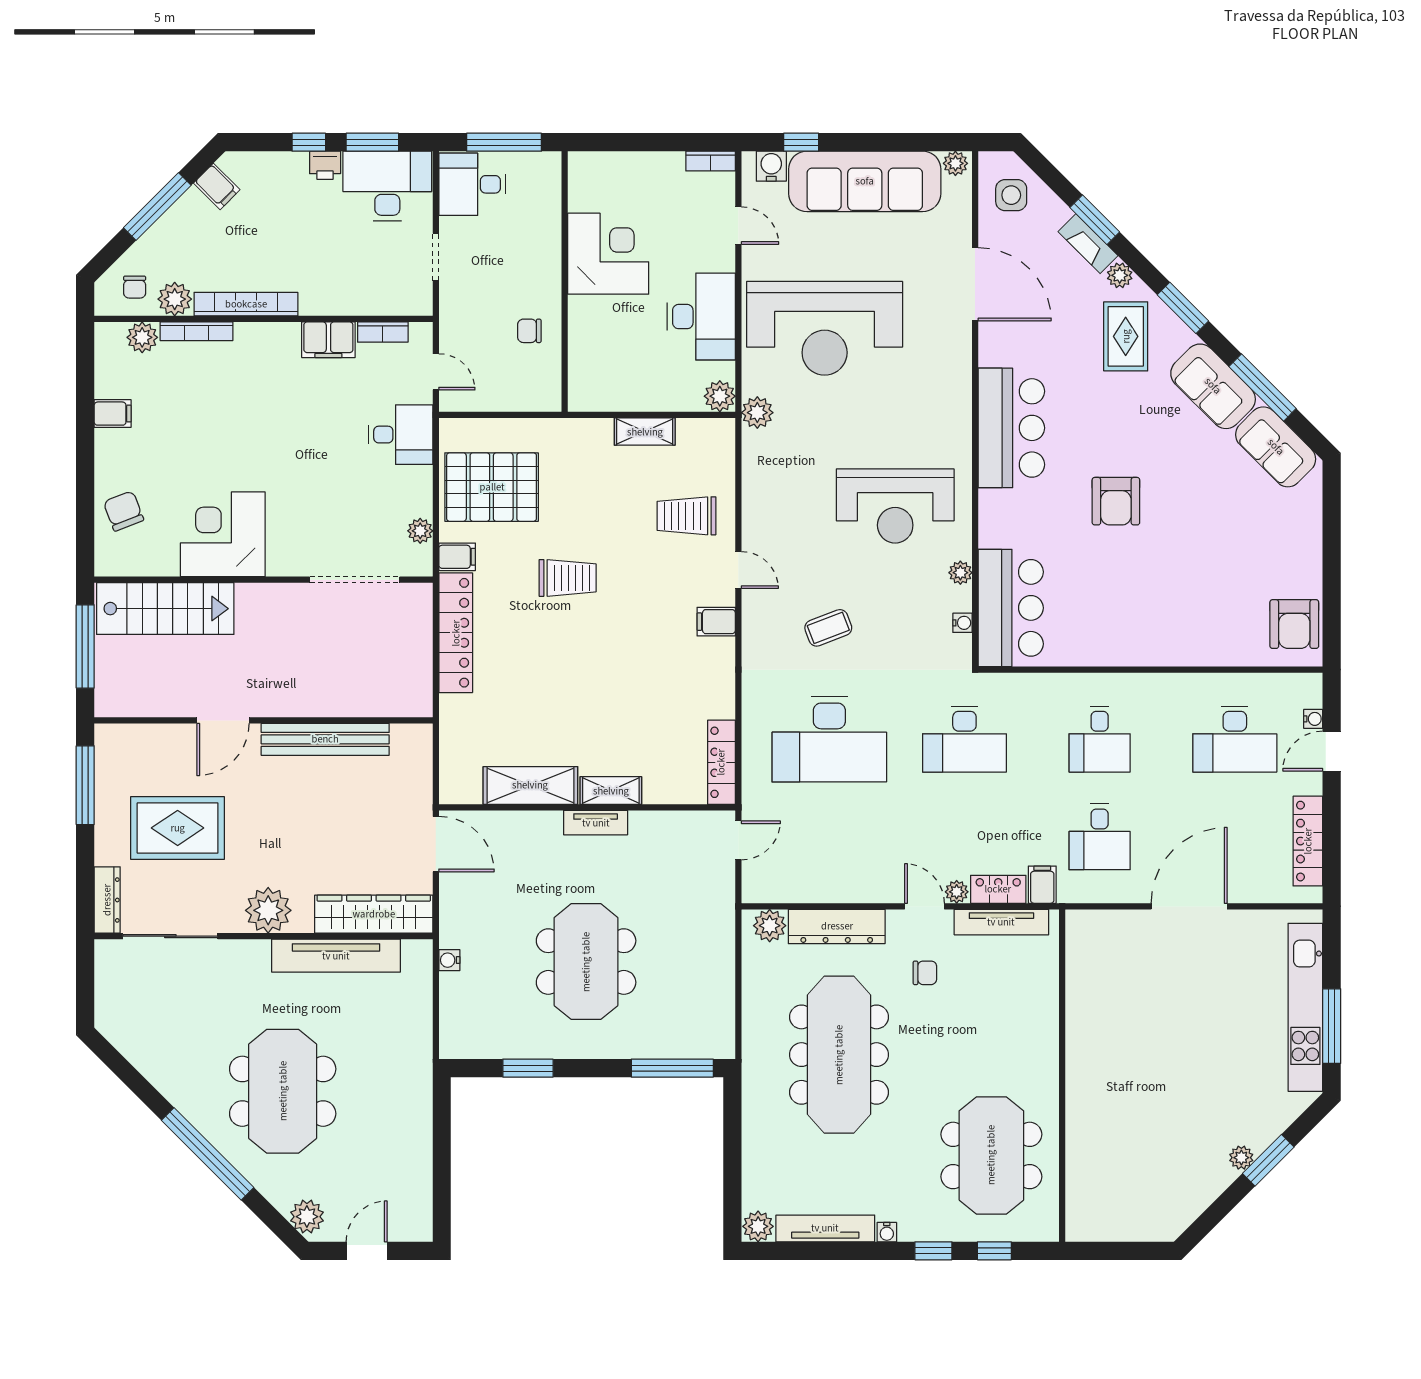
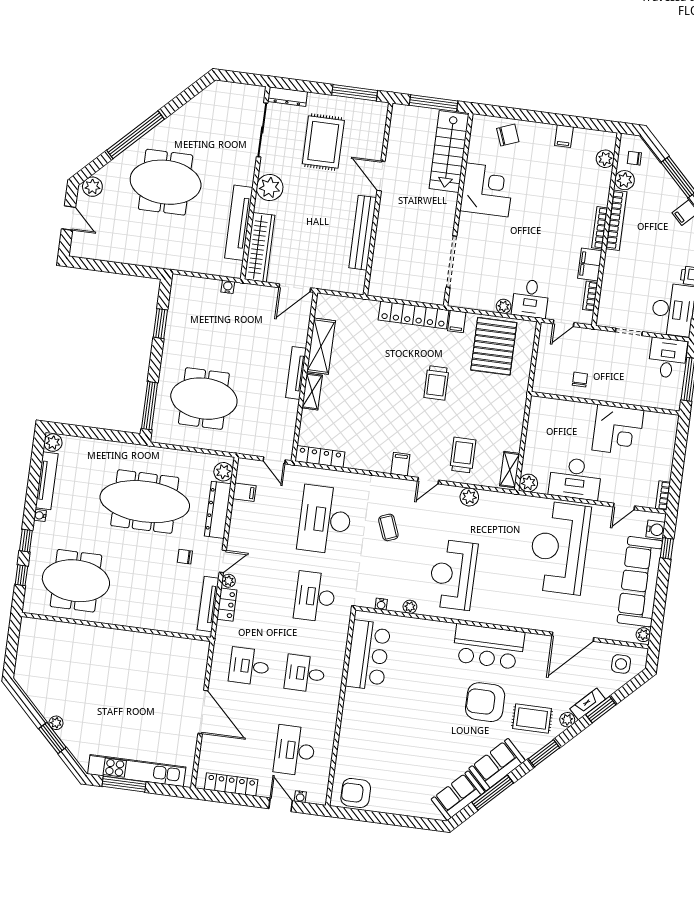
bookcase: (197, 331) -> (600, 228), moved
plant: (757, 413) -> (469, 497), moved
shelving: (645, 432) -> (510, 470), moved
armchair: (1116, 501) -> (485, 702), moved, width x1.36, depth x1.36
plant: (420, 531) -> (504, 306), moved
bar counter: (1011, 608) -> (368, 655), moved, turned -90
tv unit: (596, 823) -> (296, 373), width x1.41
filing cabinet: (1042, 885) -> (244, 492), moved
meeting table: (586, 962) -> (204, 399), moved
chair: (925, 973) -> (185, 557), turned 90

